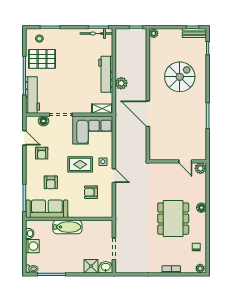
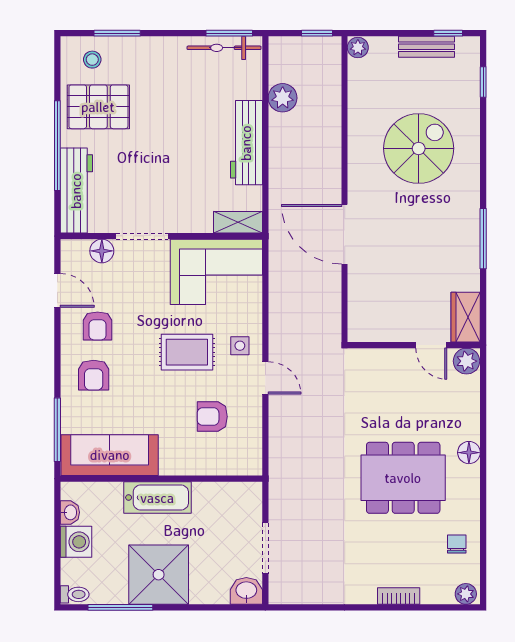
bench: (194, 33) -> (427, 47), moved
plant: (121, 83) -> (283, 98), moved
wardrobe: (200, 149) -> (466, 317), added
armchair: (51, 182) -> (94, 375), moved
dining table: (173, 219) -> (403, 478), turned 90
shower: (91, 266) -> (159, 575), moved, width x1.86, depth x1.86

